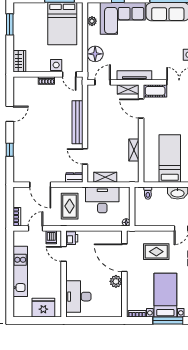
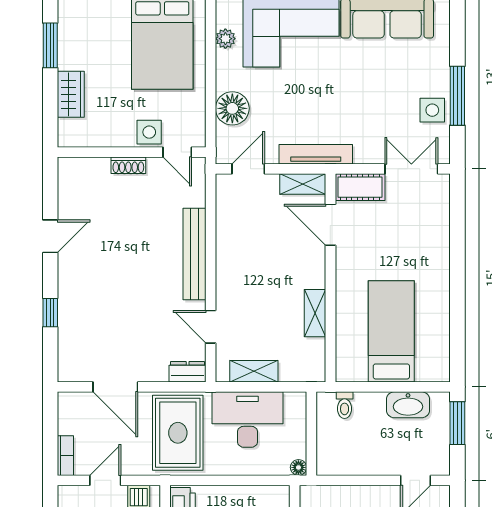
wardrobe: (19, 61) -> (71, 94), moved
rug: (70, 206) -> (178, 433), width x1.36, depth x1.43

